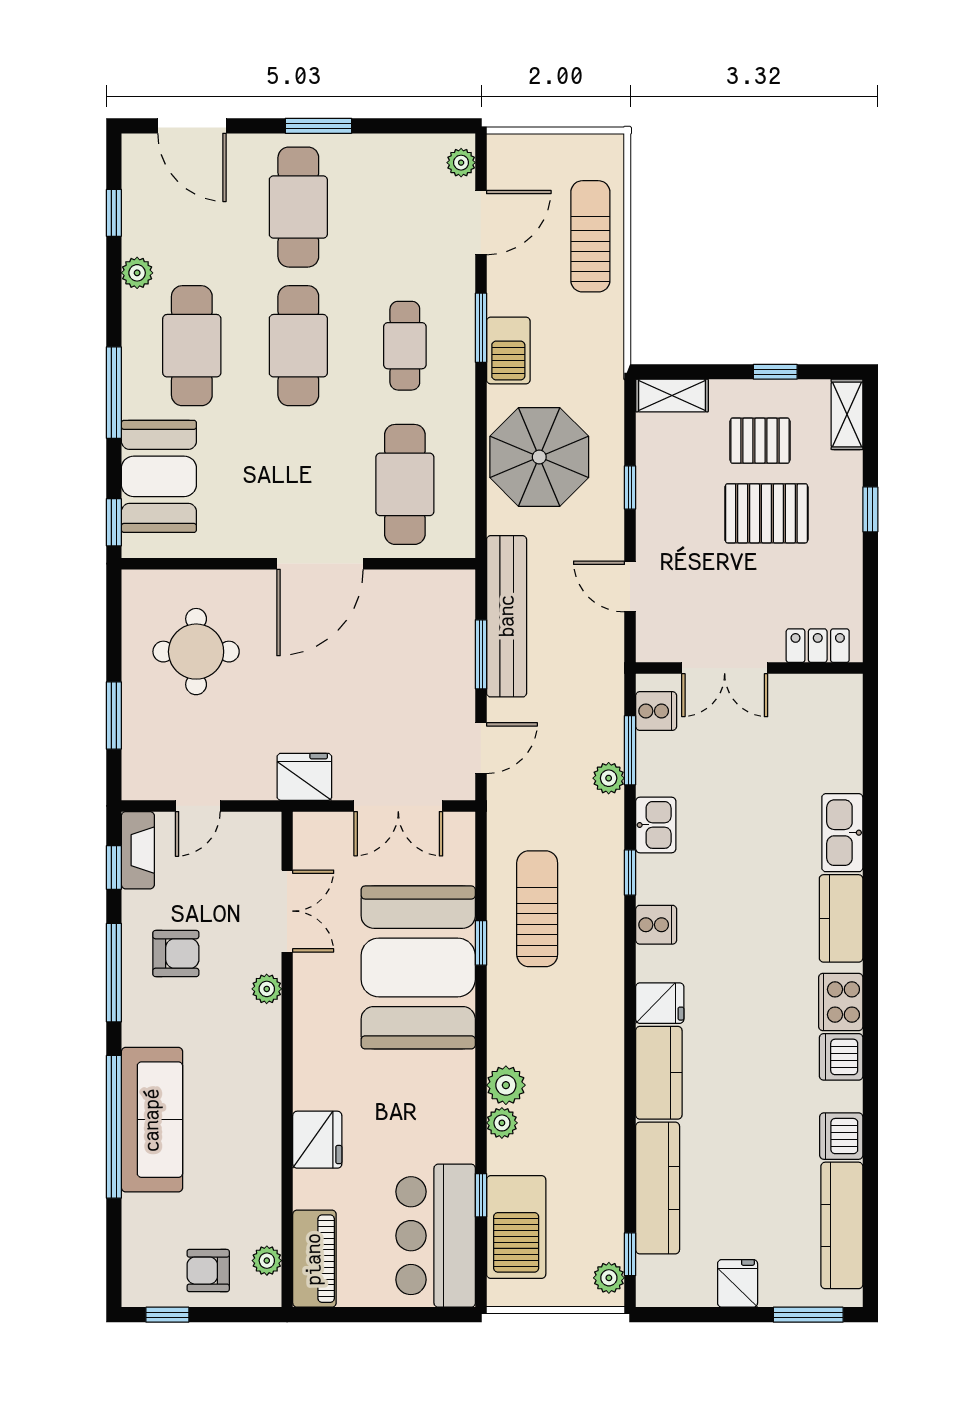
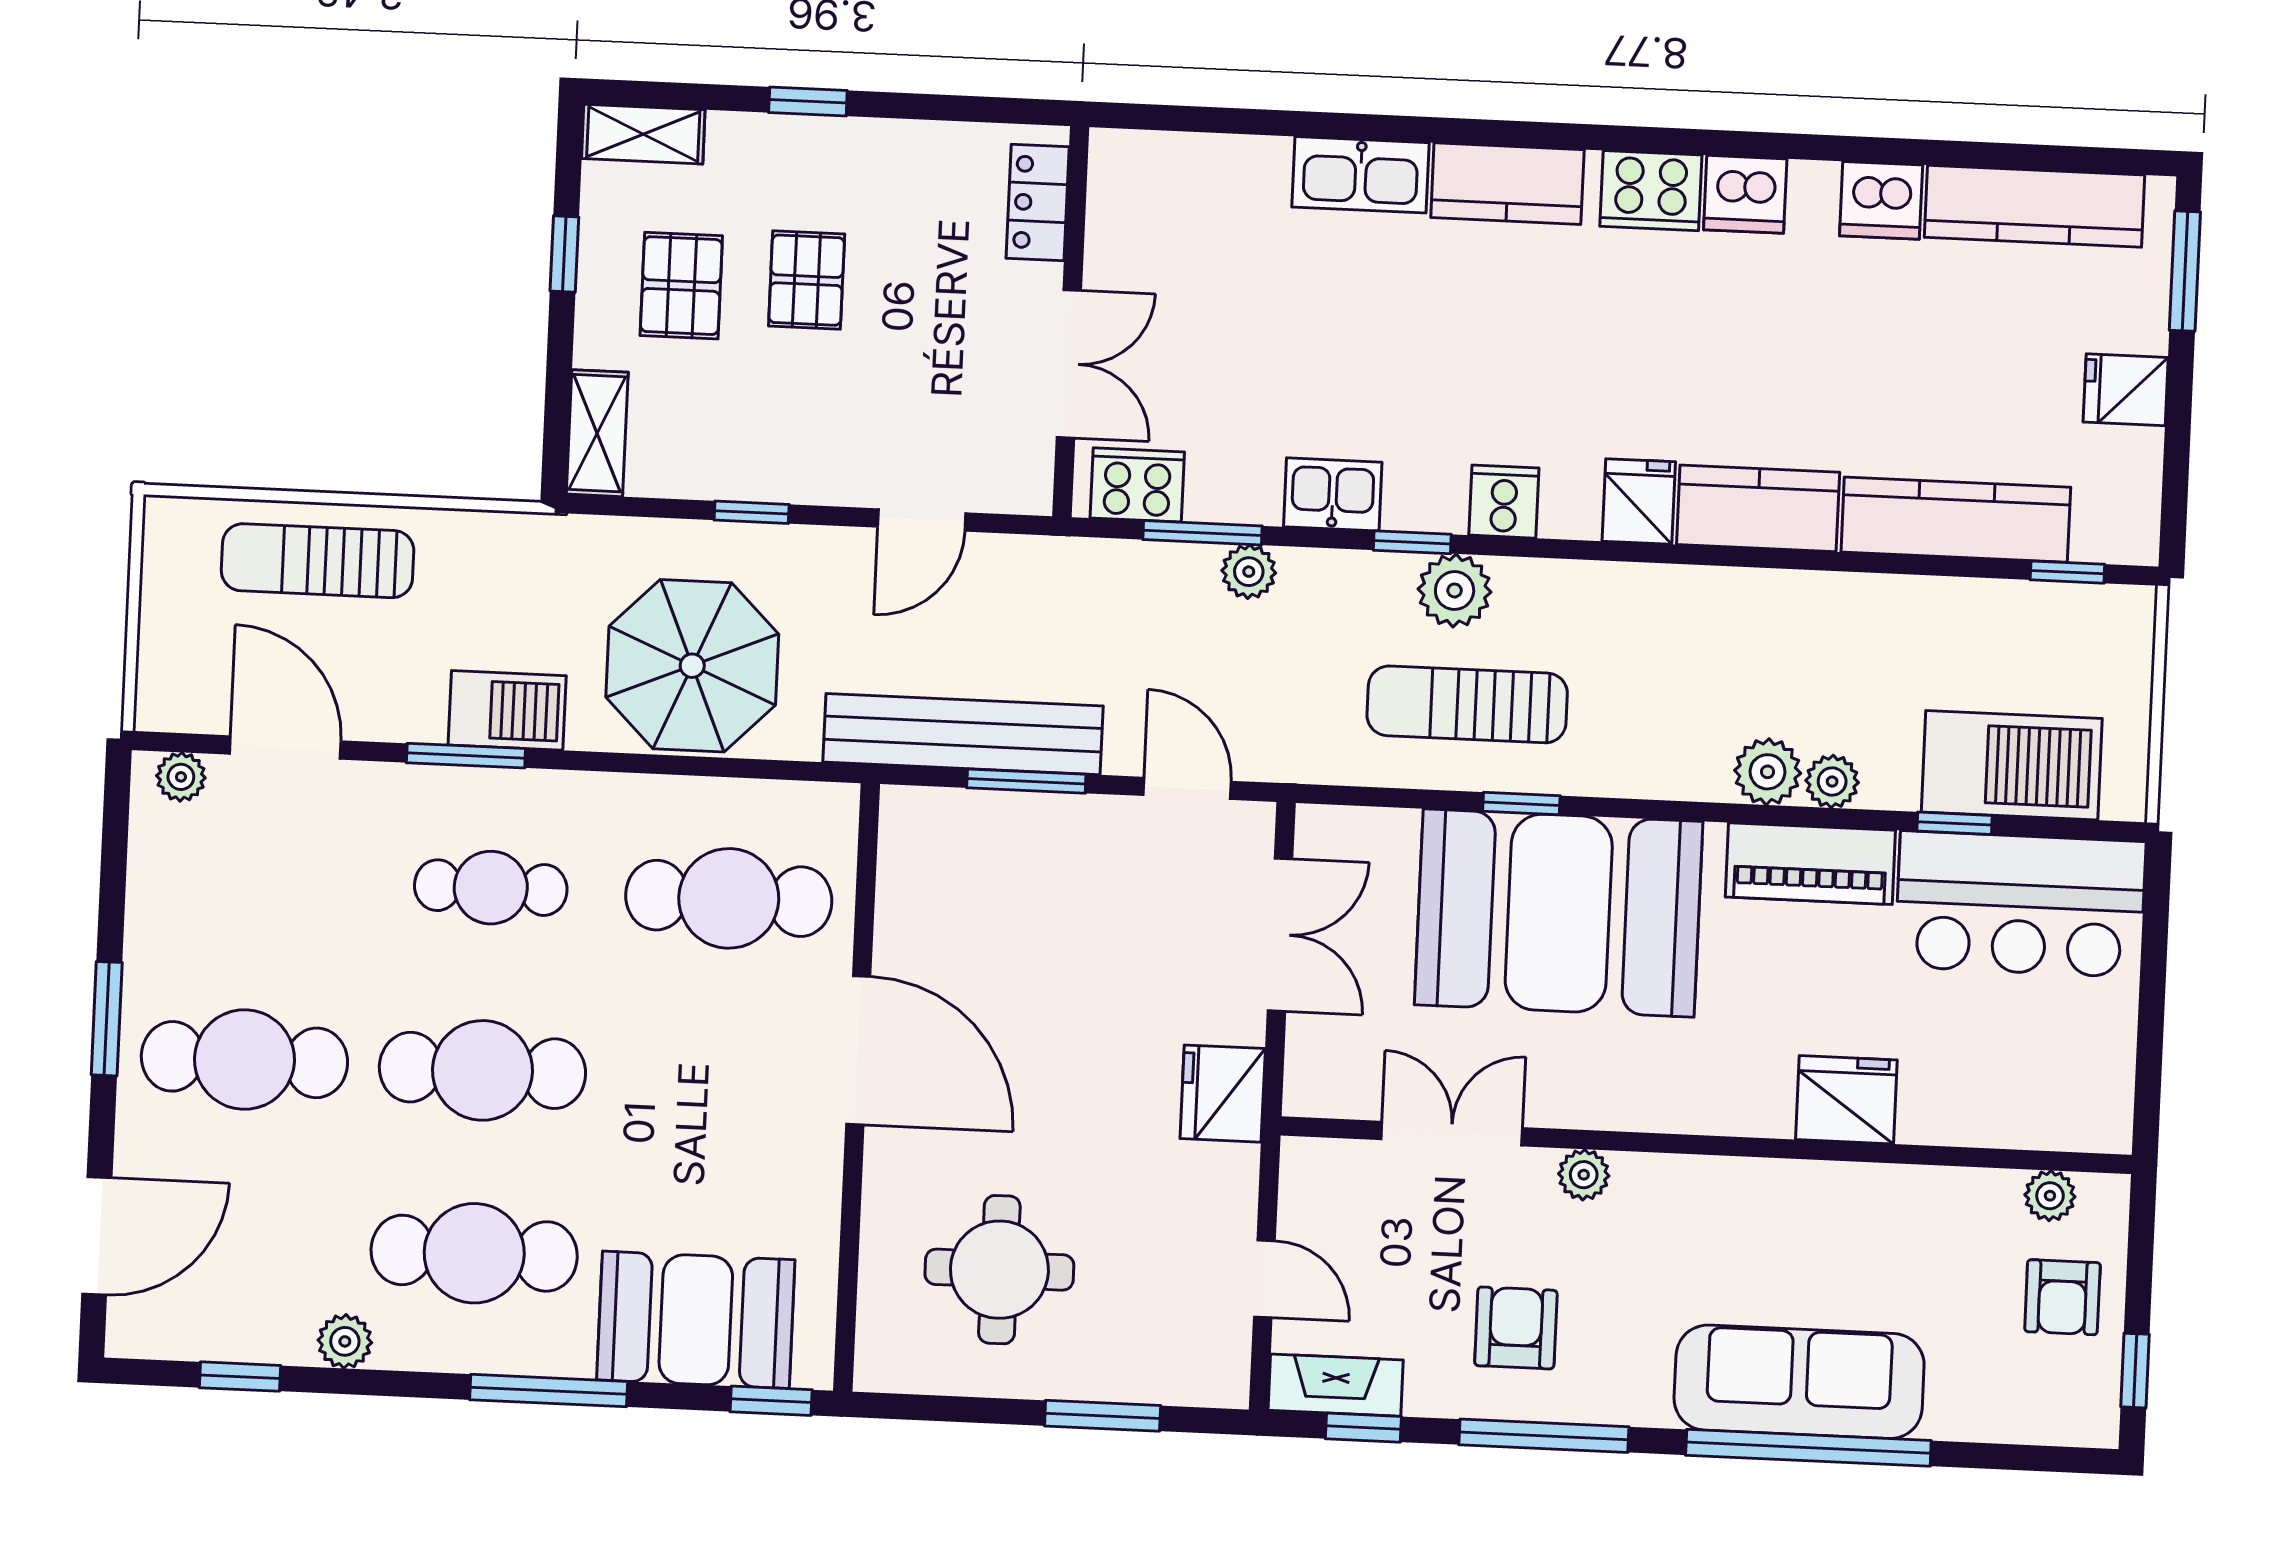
pallet: (766, 513) -> (807, 280), width x0.67, depth x0.71
cooker: (656, 711) -> (1137, 485), width x1.36
piano: (314, 1259) -> (1810, 864), moved, turned 180
plant: (609, 1278) -> (1455, 590), moved, width x1.38, depth x1.38

